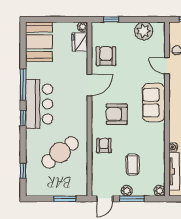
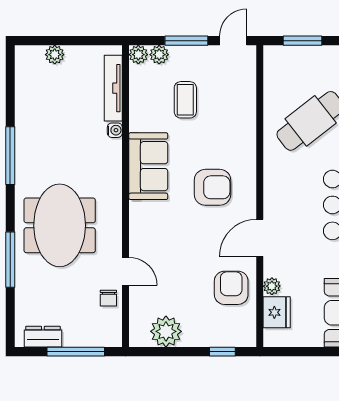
plant: (83, 27) -> (272, 286), moved
armchair: (106, 56) -> (231, 288), turned 180
sofa: (154, 103) -> (148, 166), moved
armchair: (104, 146) -> (235, 133), removed
plant: (127, 191) -> (159, 55), moved

